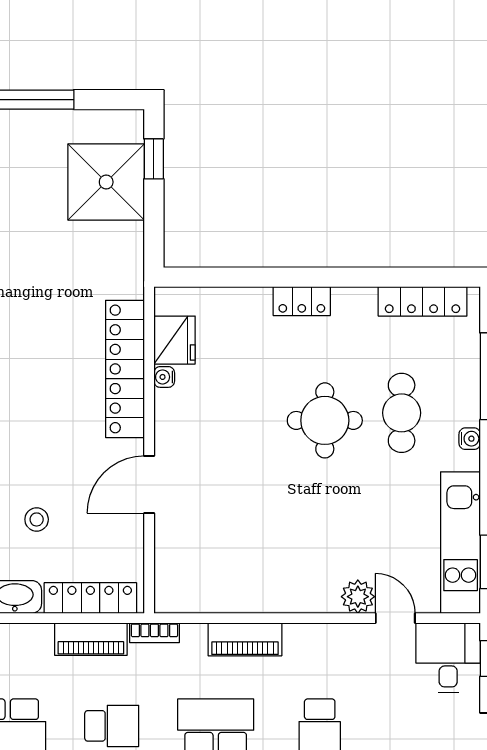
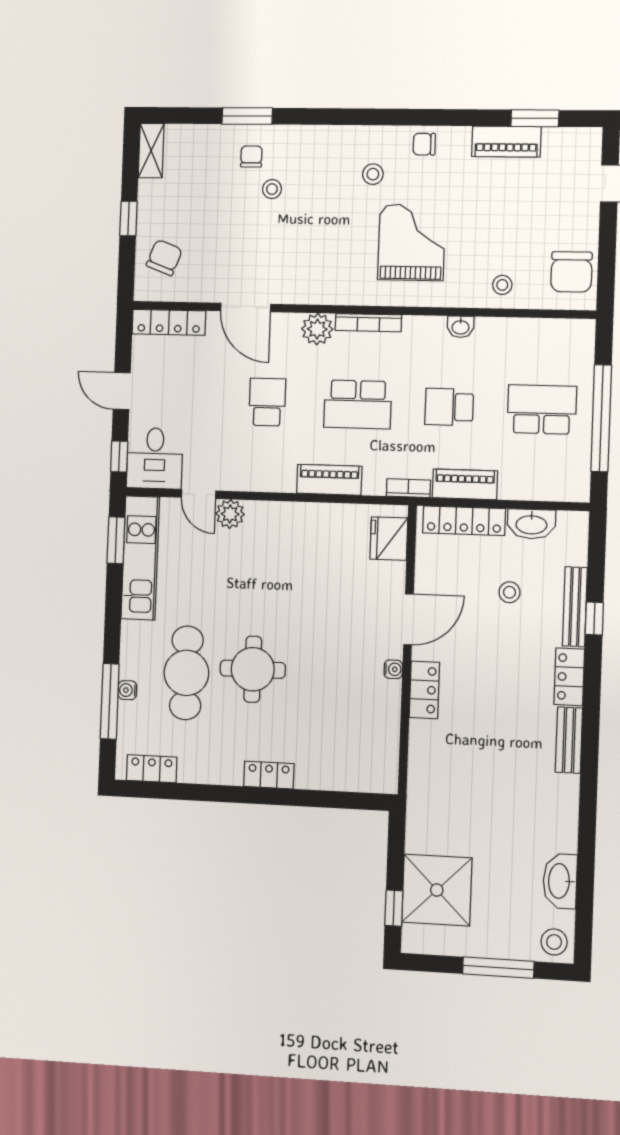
locker: (423, 301) -> (152, 769), width x0.66
fridge: (175, 340) -> (389, 539), moved
locker: (125, 369) -> (424, 690), width x0.46, depth x0.83
water cooler: (164, 377) -> (393, 669), moved
cafe table: (402, 413) -> (186, 673), width x1.37, depth x1.35
water cooler: (470, 439) -> (127, 690), moved

